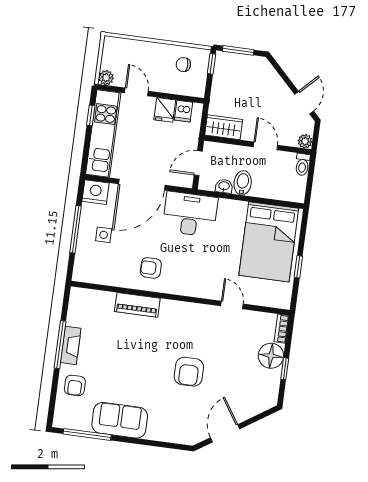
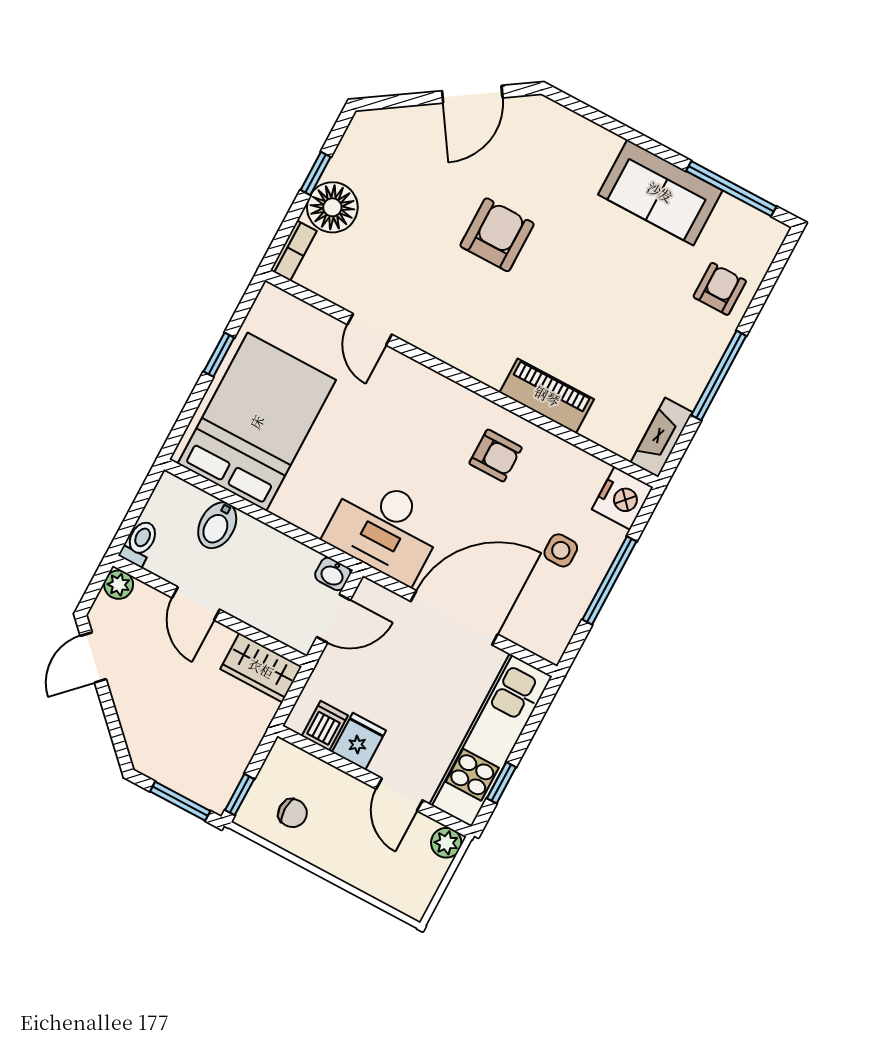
bidet: (243, 183) -> (217, 525), moved
washbasin: (224, 186) -> (333, 574), moved
nightstand: (96, 192) -> (622, 498), moved, turned -90
fireplace: (71, 345) -> (662, 437), moved

